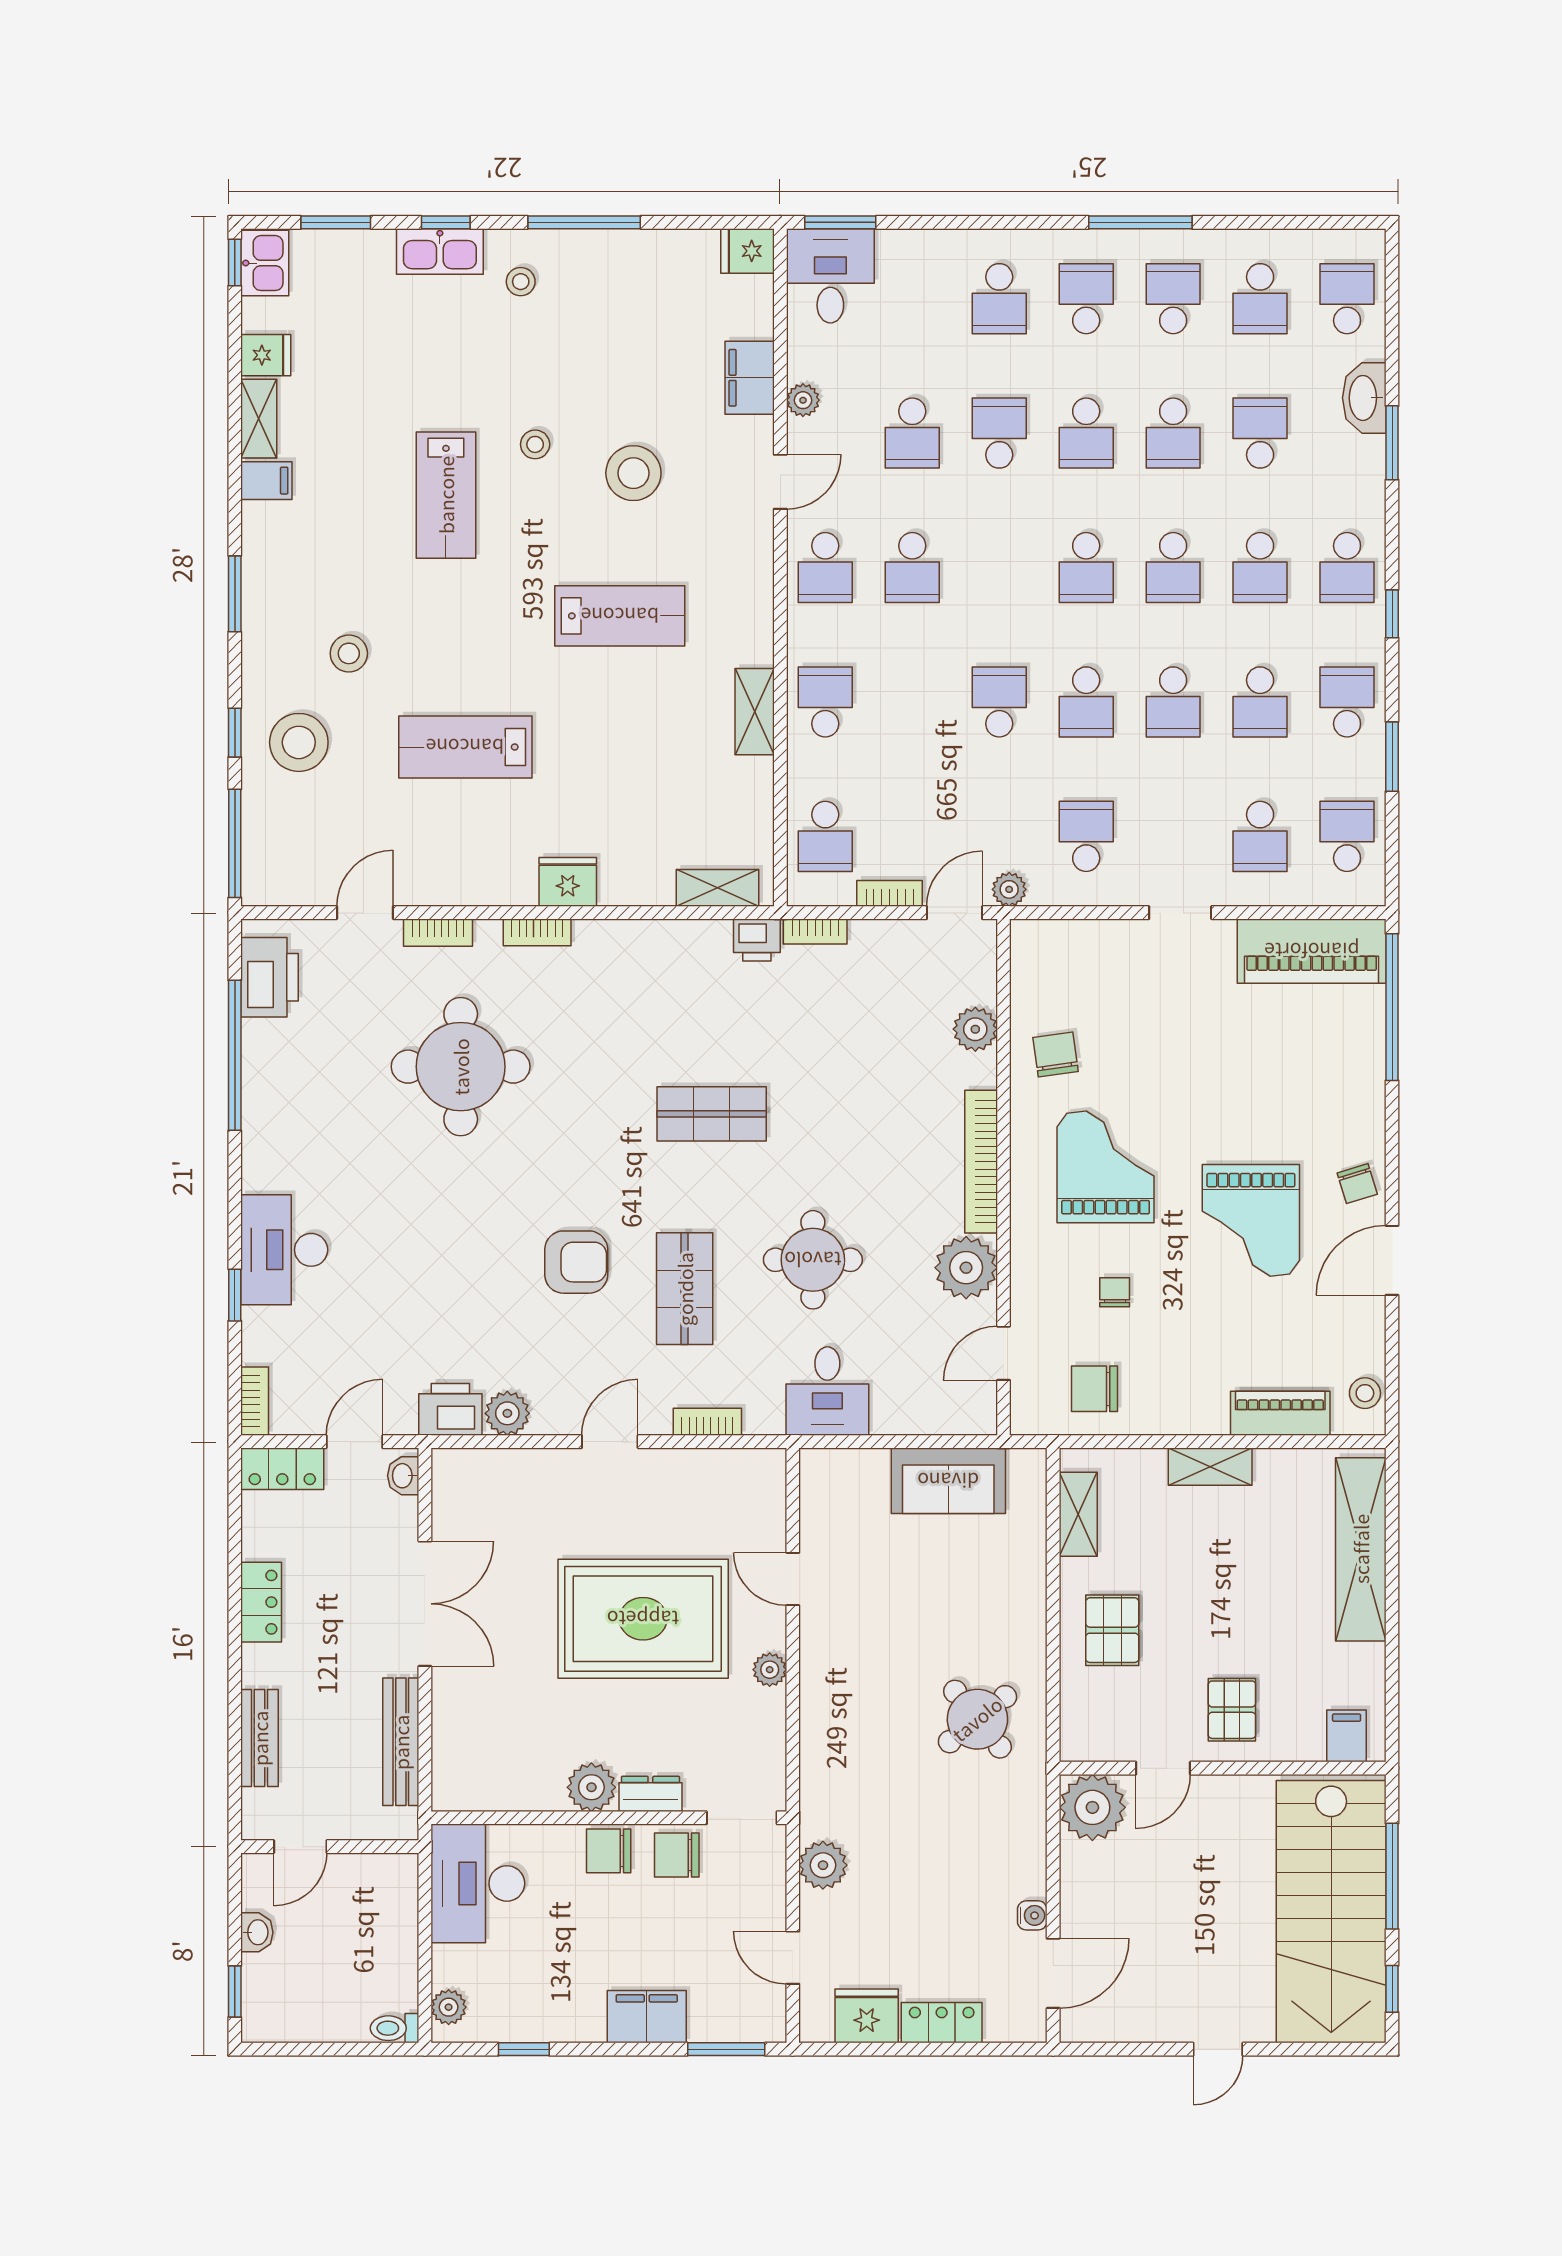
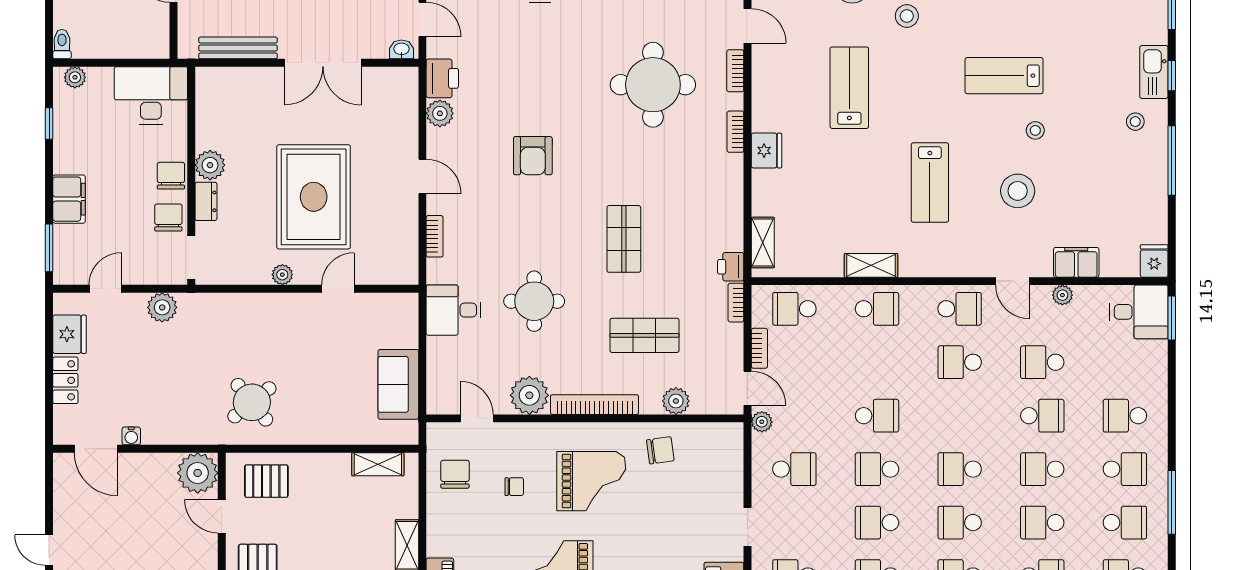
school desk: (825, 568) -> (960, 309), turned 180
shop shelf: (685, 1289) -> (645, 335), moved
pallet: (1112, 1630) -> (266, 481), moved

